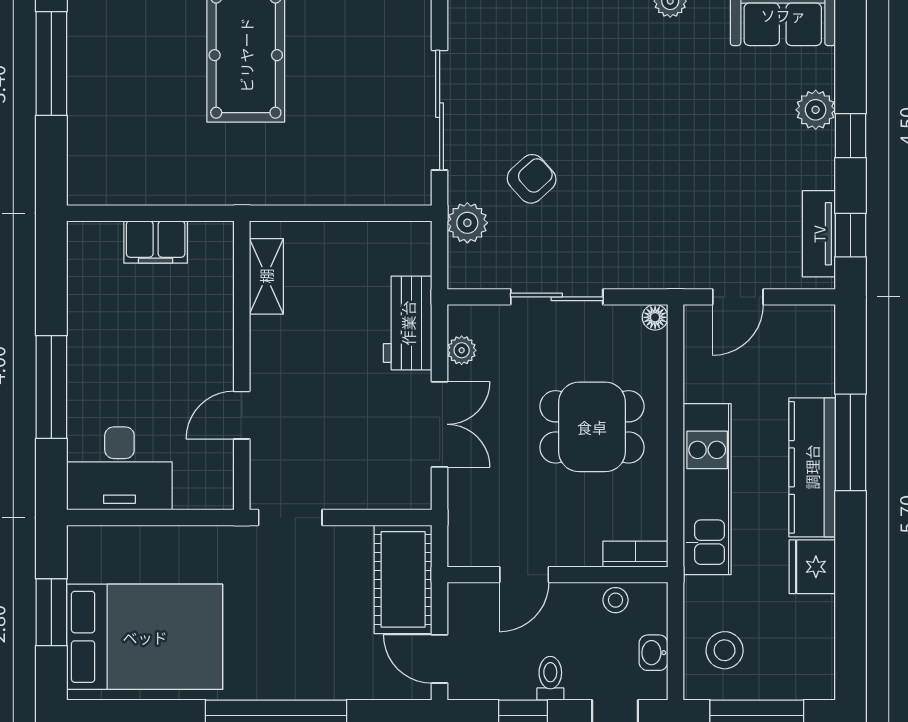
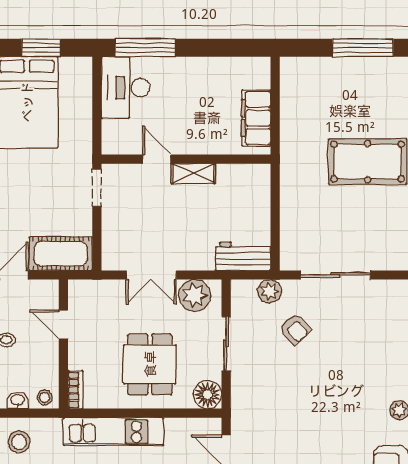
filing cabinet: (156, 242) -> (256, 118), width x1.50, depth x1.17
shelving: (266, 276) -> (193, 174), moved
floor lamp: (655, 317) -> (207, 395), width x1.89, depth x1.89
workbench: (408, 323) -> (243, 256), moved
plant: (462, 350) -> (195, 295), width x1.88, depth x1.88
window: (51, 387) -> (145, 48), moved
stool: (616, 600) -> (45, 397), moved

